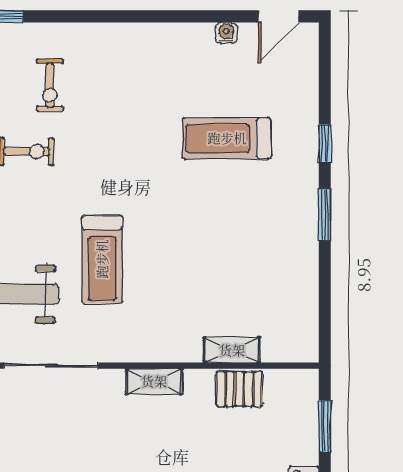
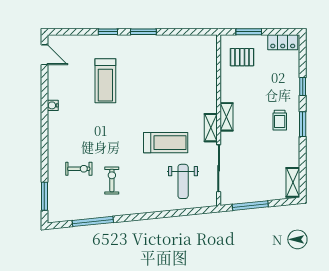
water cooler: (226, 33) -> (53, 105), moved
shelving: (232, 350) -> (211, 128), moved
pallet: (239, 389) -> (242, 57), moved, turned 90

